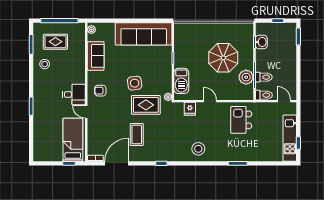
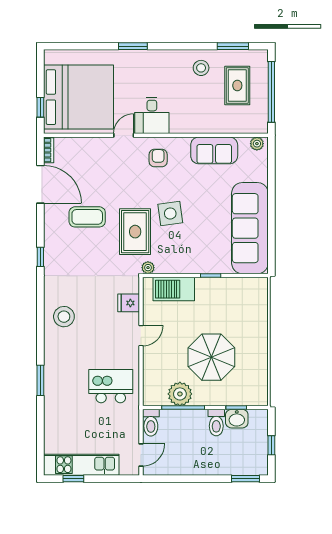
toilet: (264, 77) -> (216, 423), moved
bed: (73, 140) -> (79, 97), width x2.04

